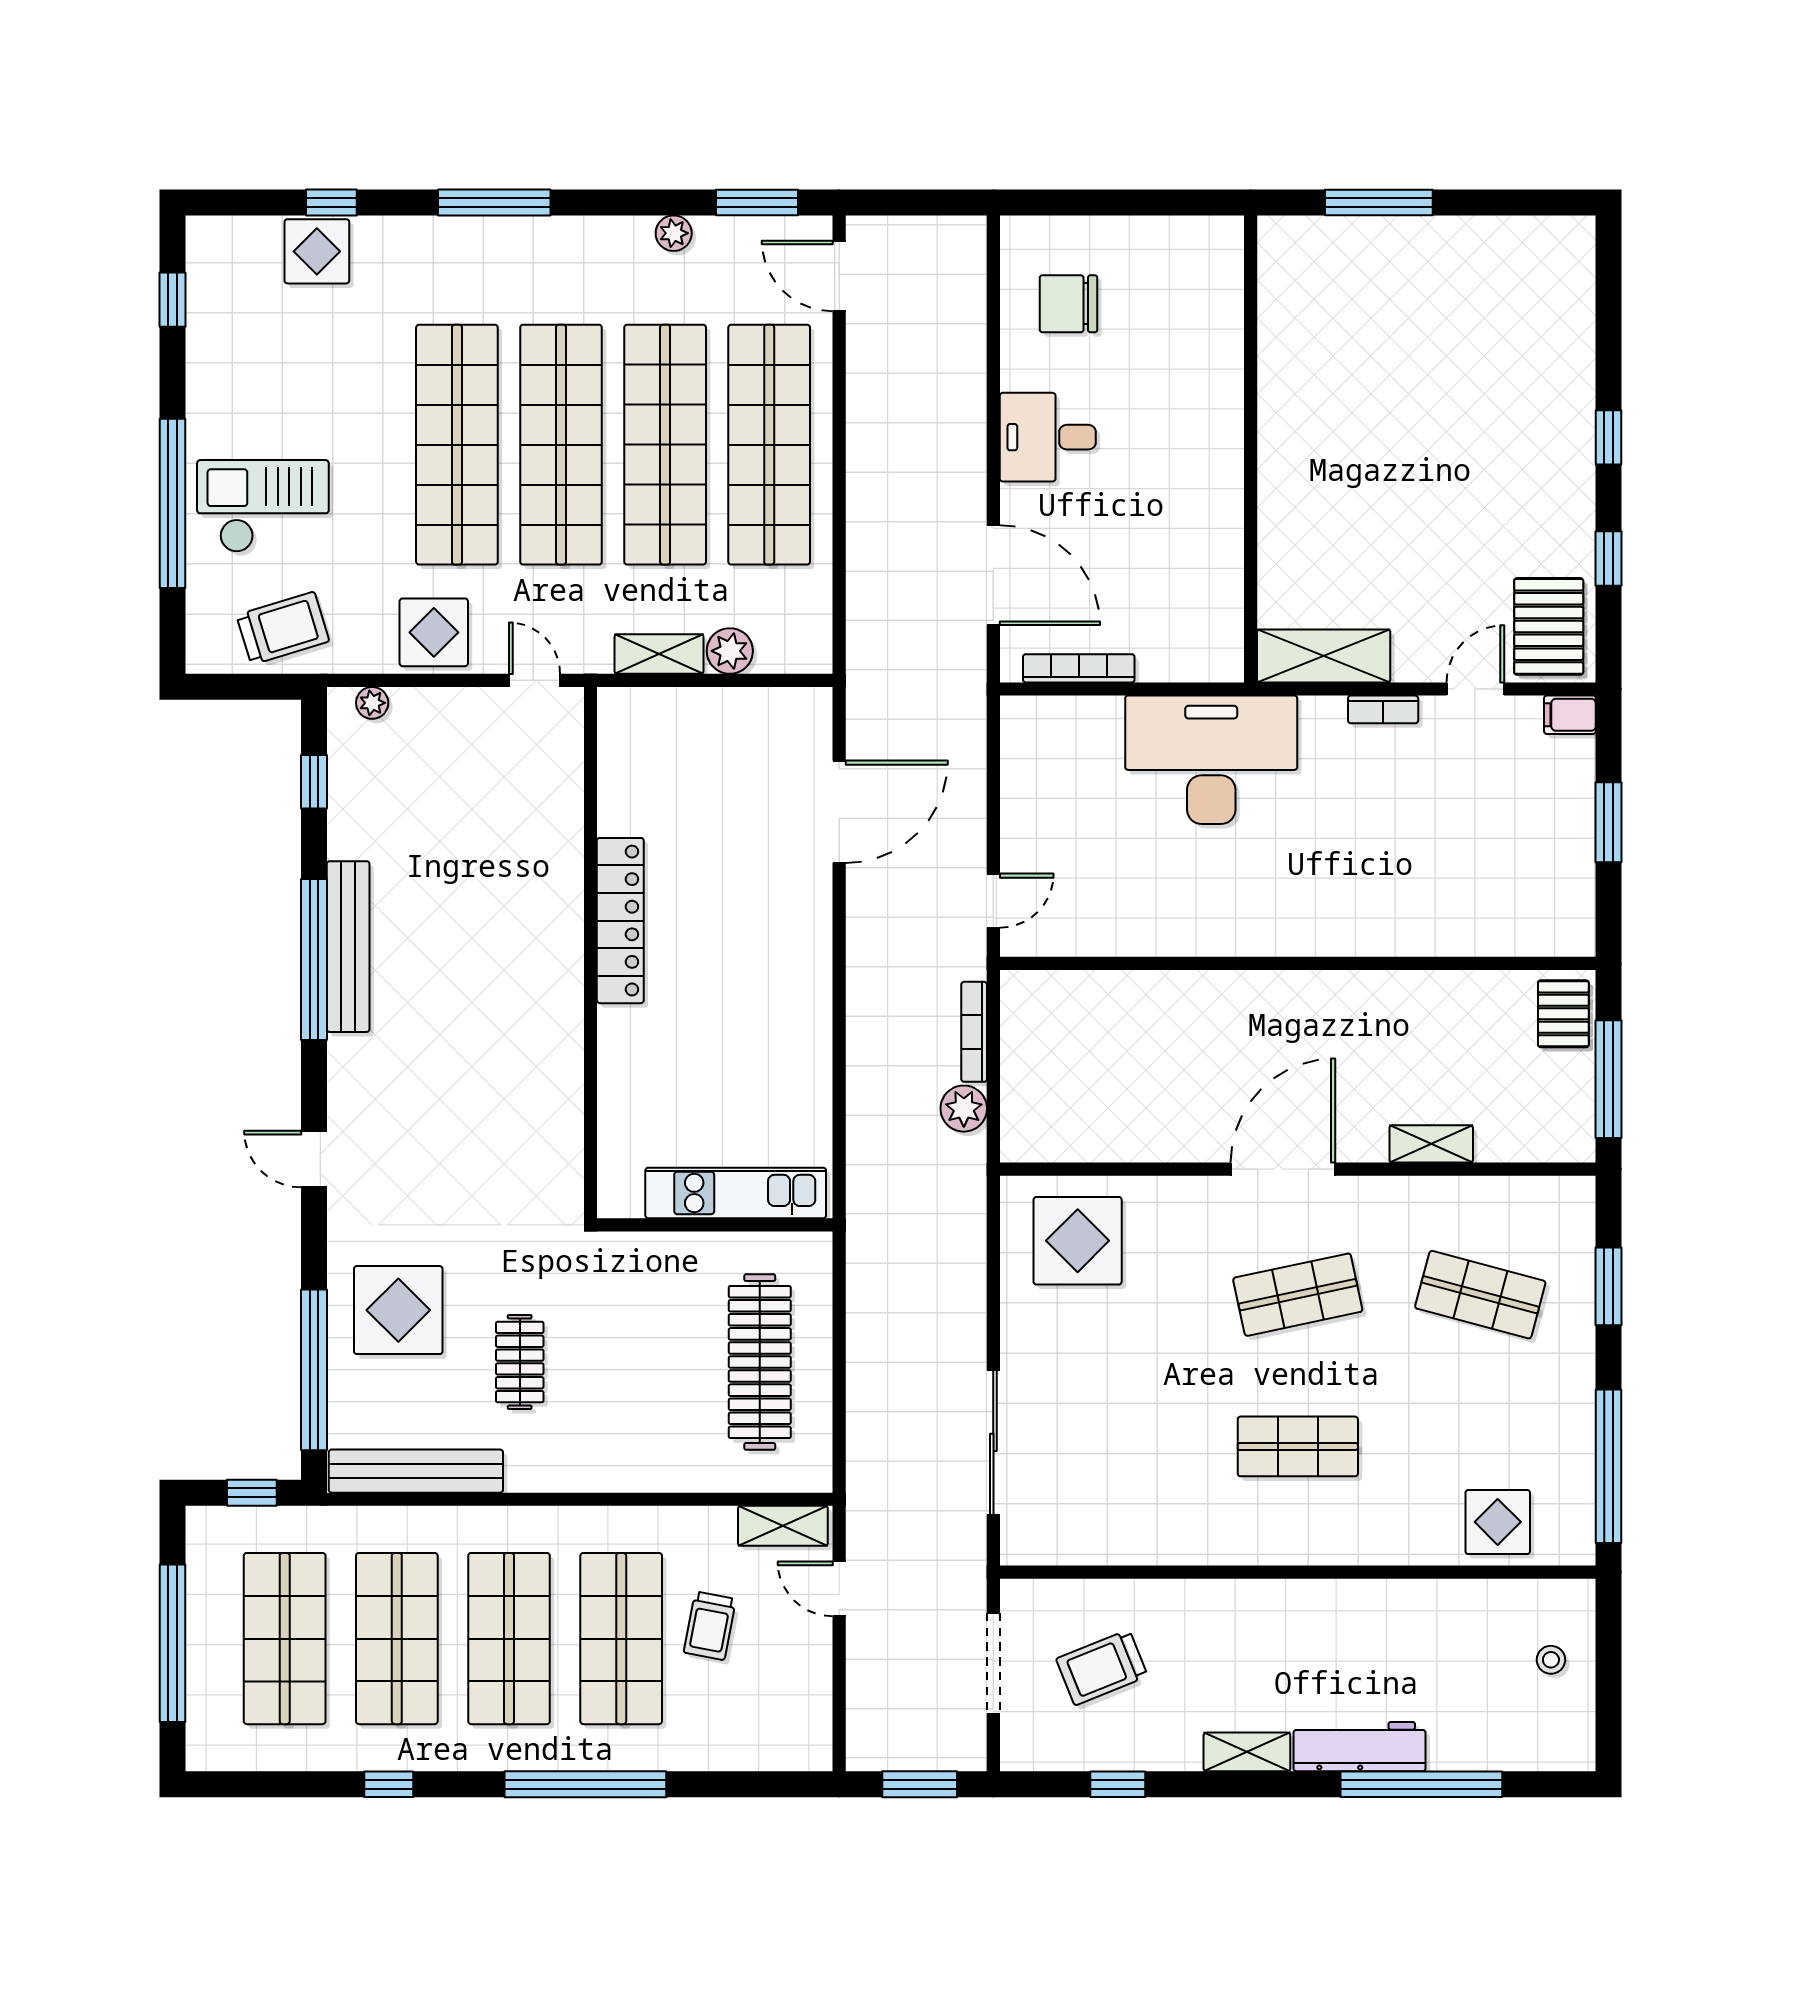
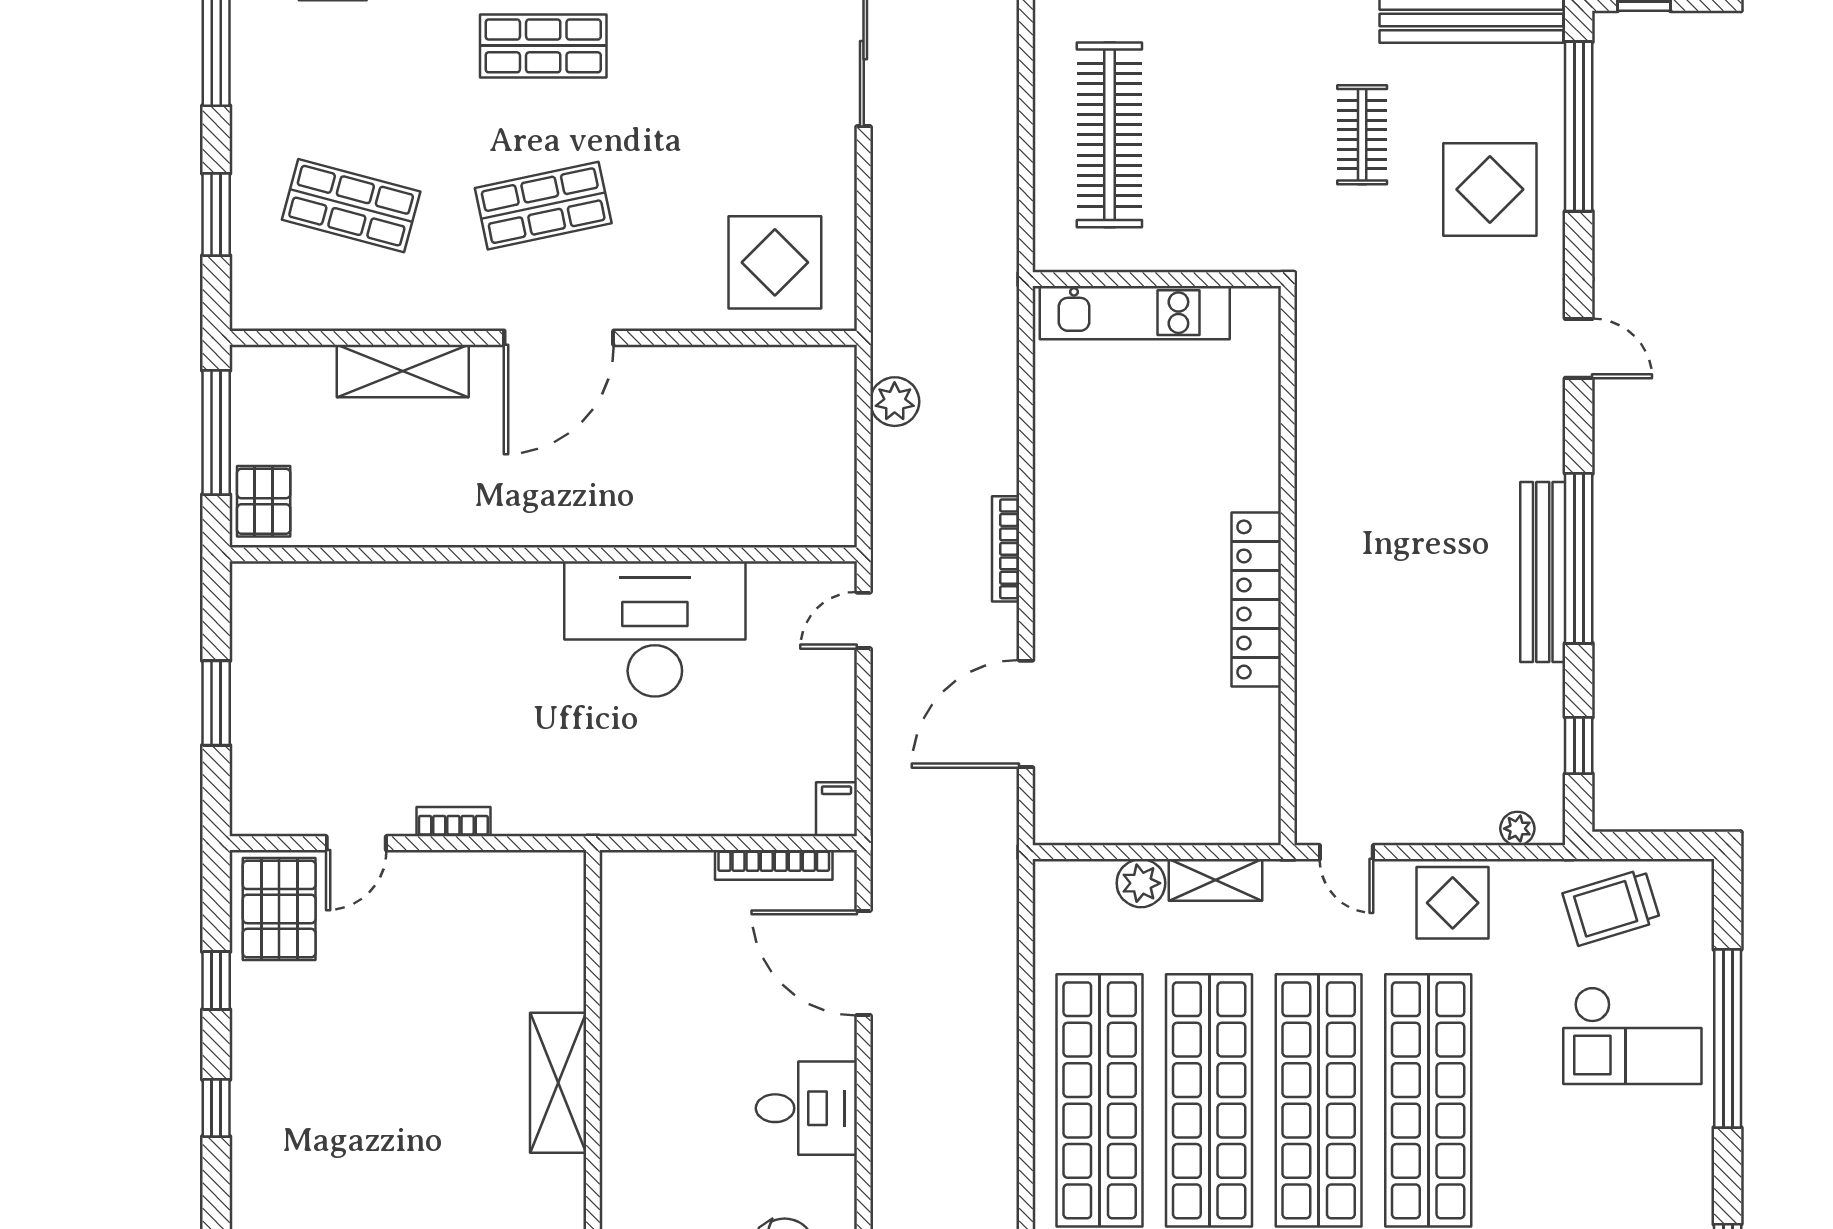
shelving: (1324, 656) -> (558, 1083), moved, turned 90
filing cabinet: (1570, 715) -> (836, 809), moved, turned -90
desk: (1211, 760) -> (655, 629), moved, turned 180
bookcase: (974, 1032) -> (1006, 549), moved, turned 180
shelving: (1431, 1144) -> (403, 371), width x1.50, depth x1.33

